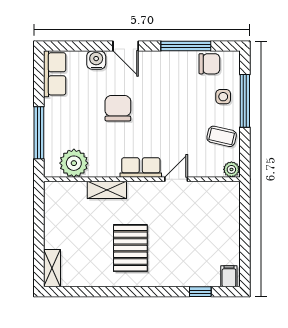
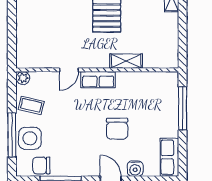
side table: (223, 97) -> (30, 138), width x1.87, depth x1.87
plant: (74, 163) -> (154, 83), removed

